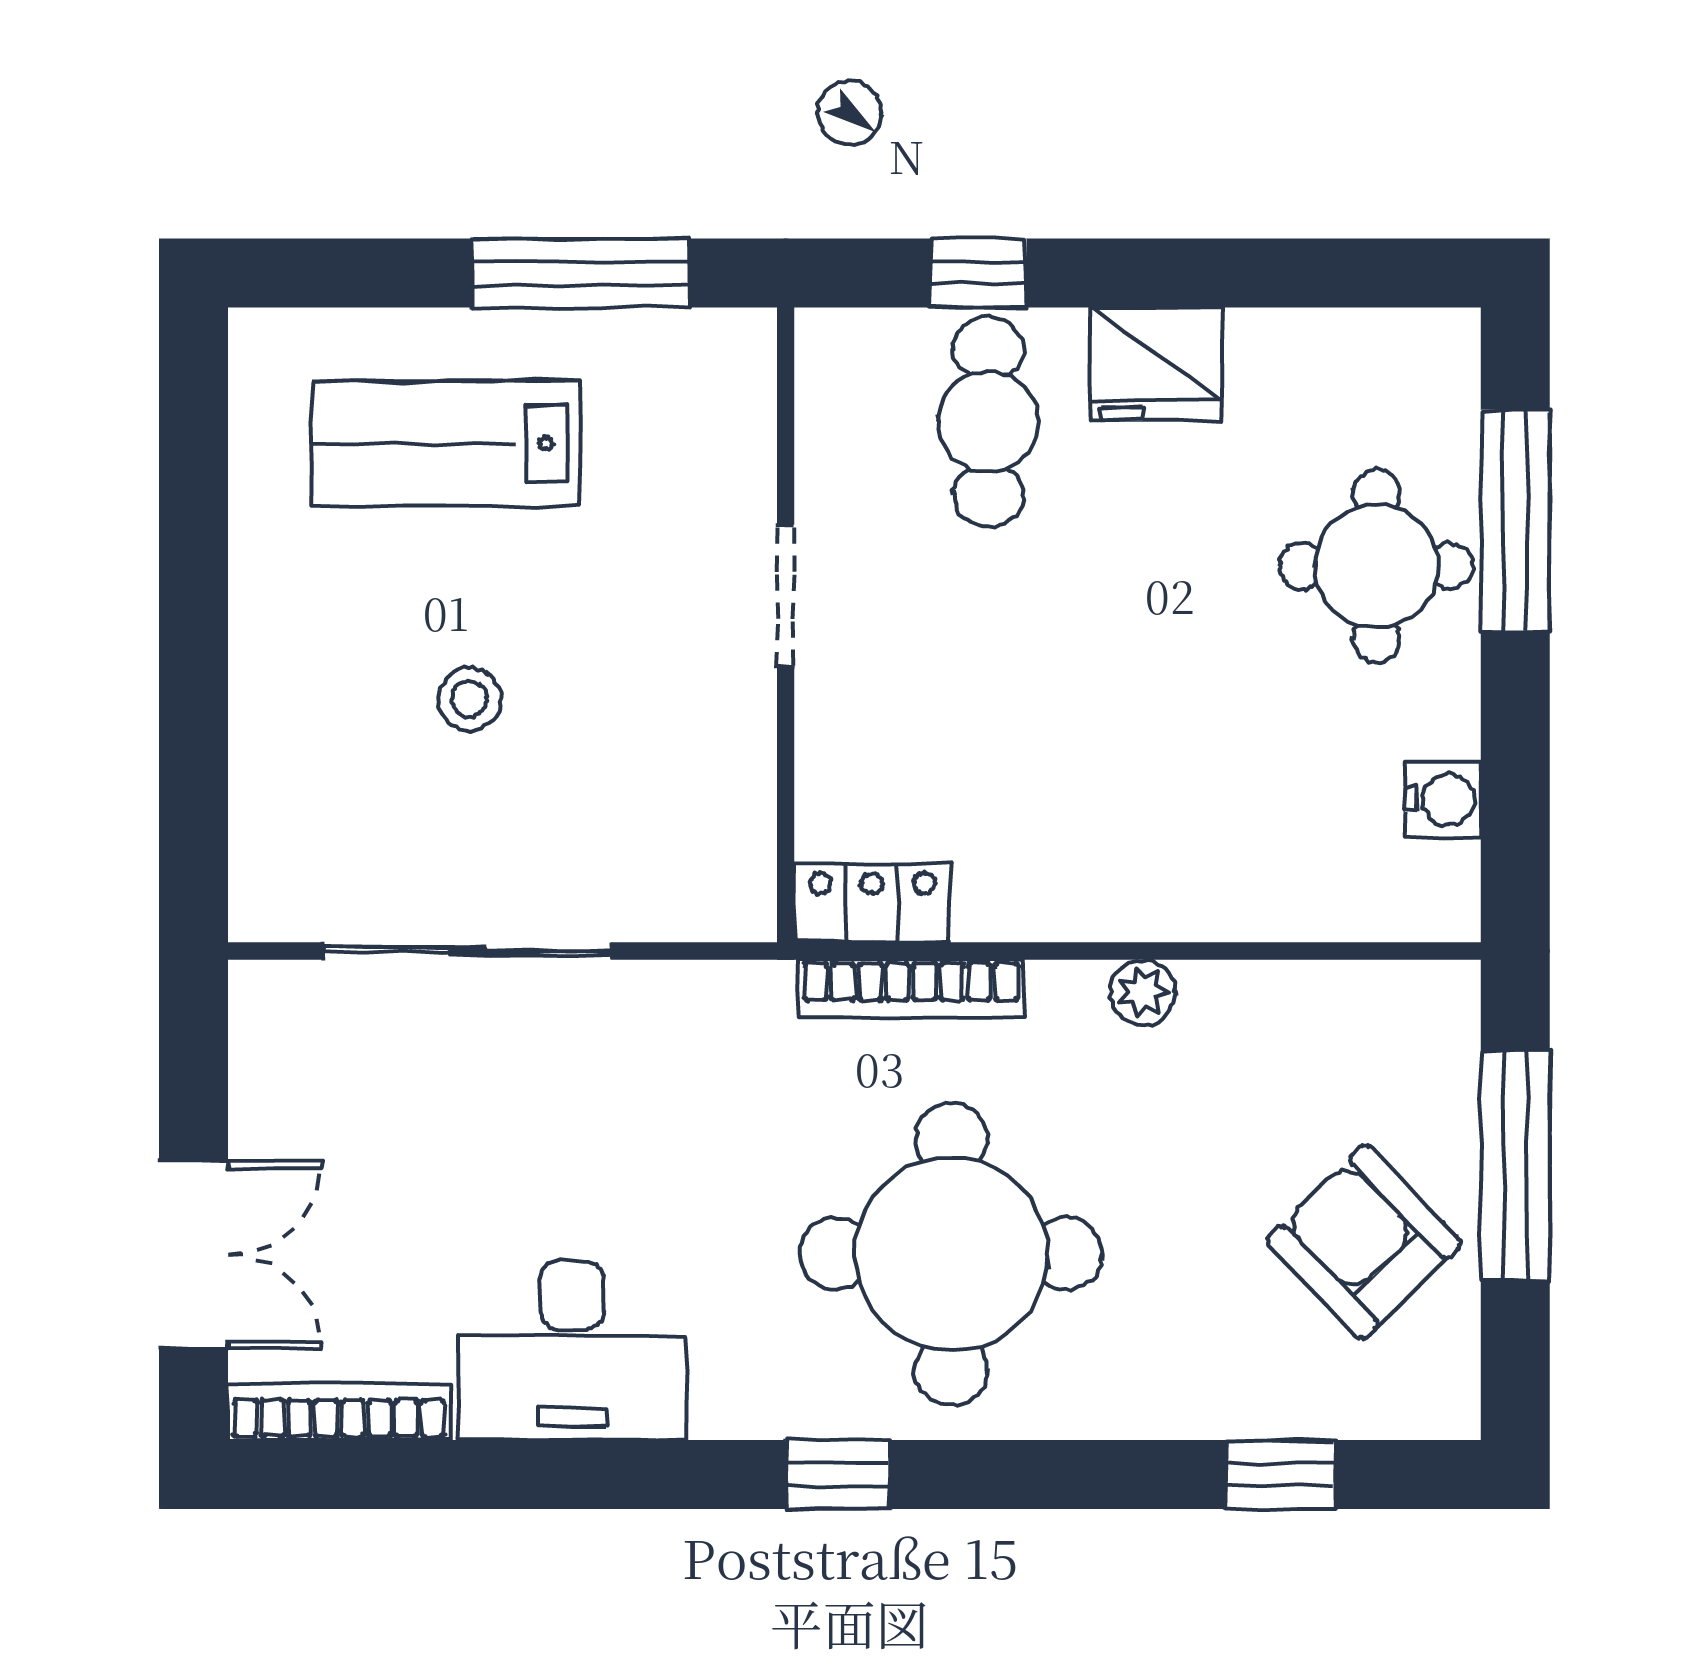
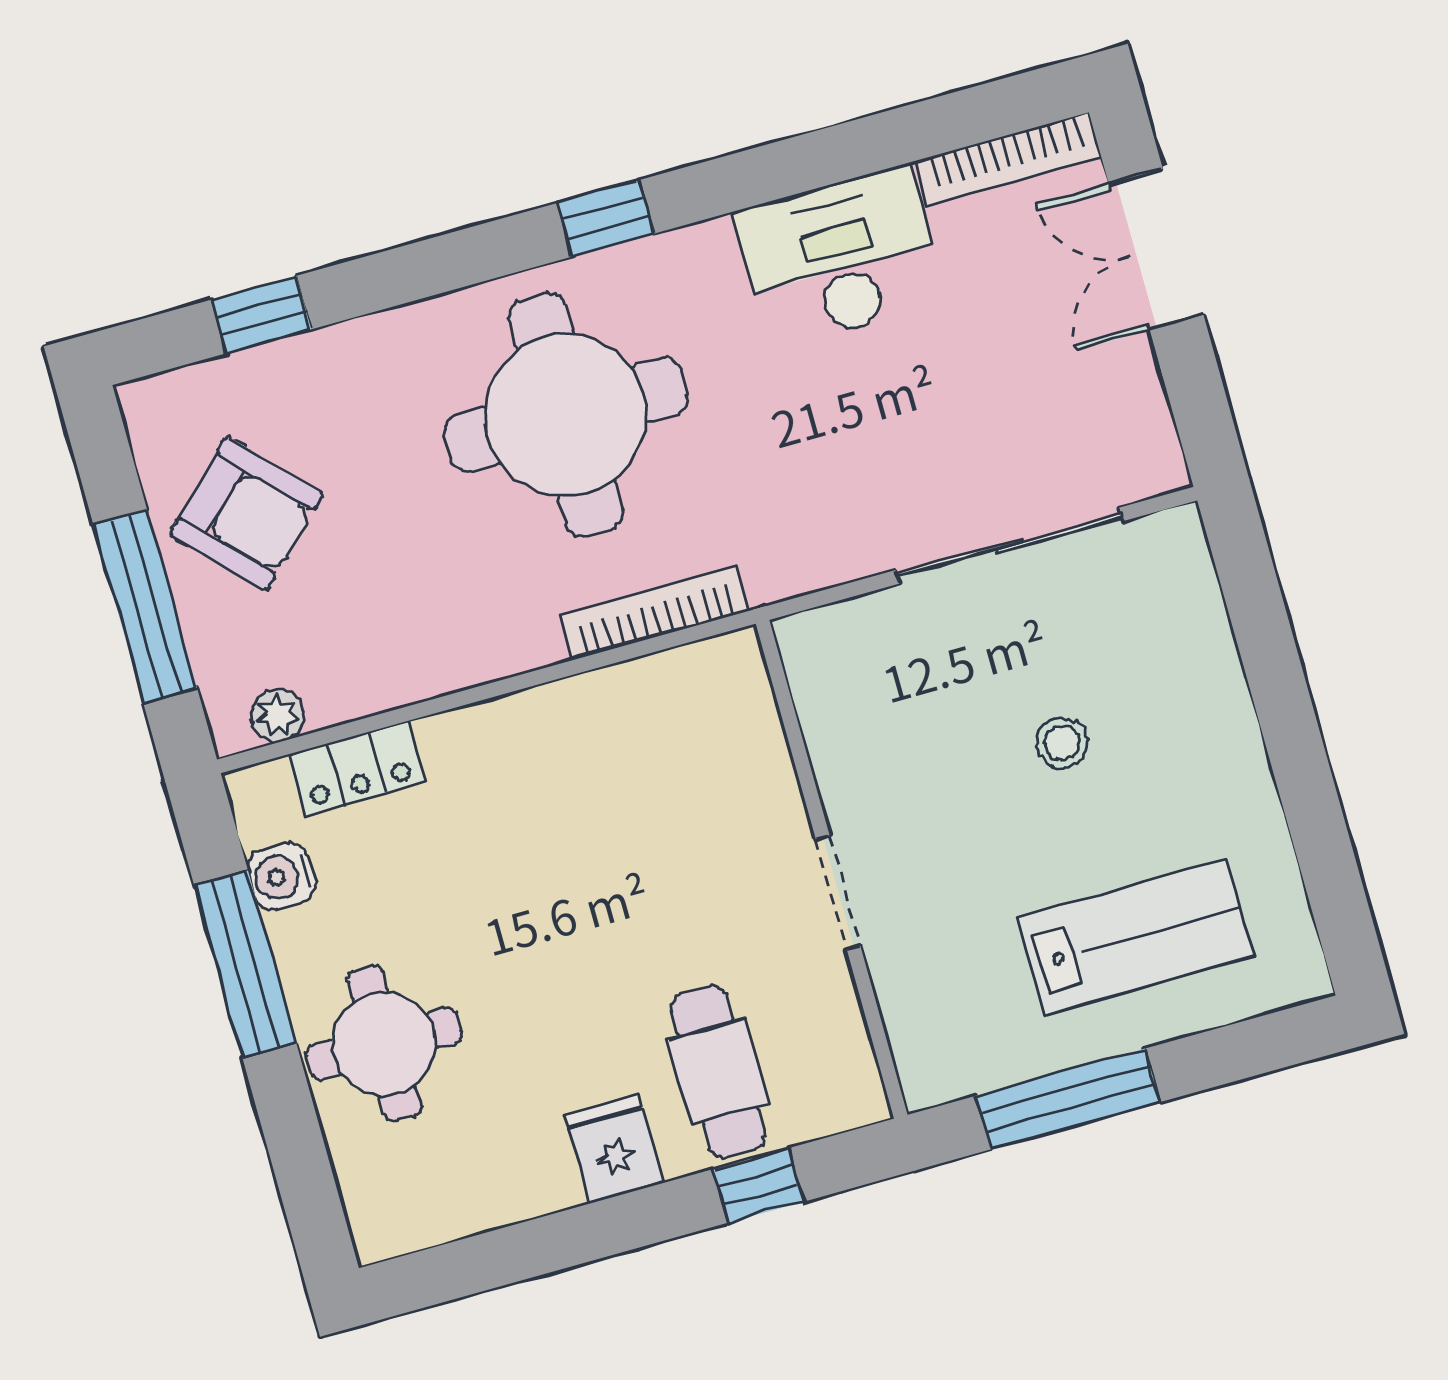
fridge: (1156, 364) -> (614, 1149), width x0.72
window: (1515, 521) -> (245, 964), moved
locker: (872, 903) -> (356, 768), moved
plant: (1143, 992) -> (278, 715), moved

